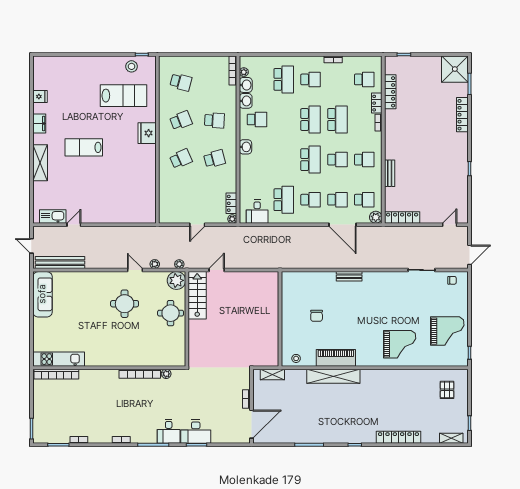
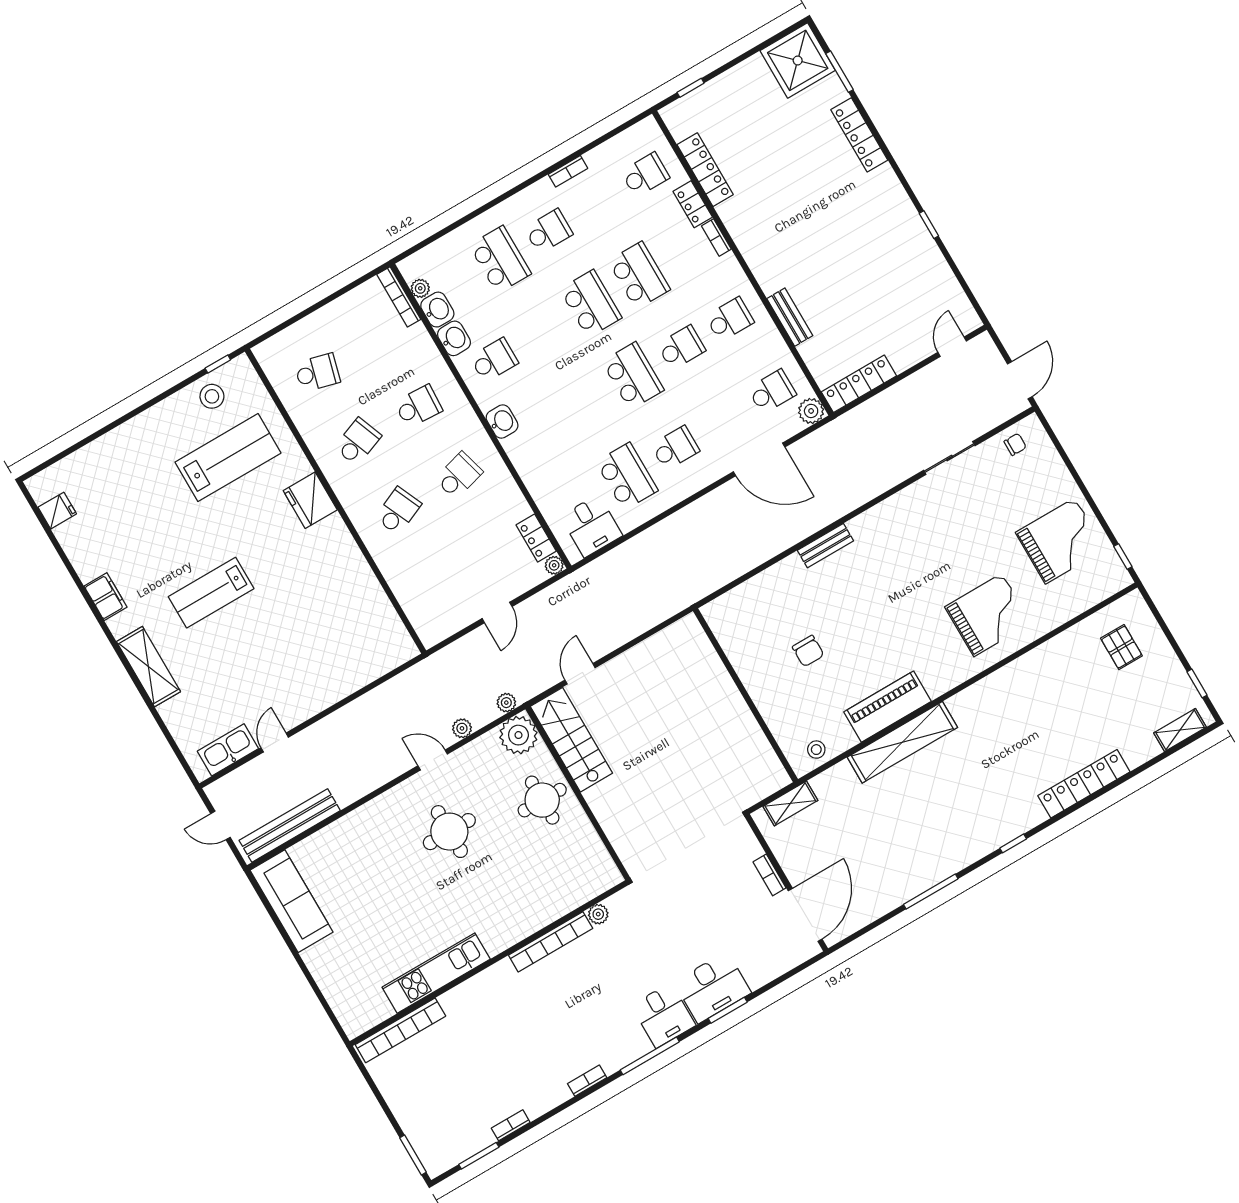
fridge: (40, 97) -> (57, 511), moved
school desk: (337, 200) -> (724, 420), removed
kitchen unit: (59, 359) -> (436, 973), moved

